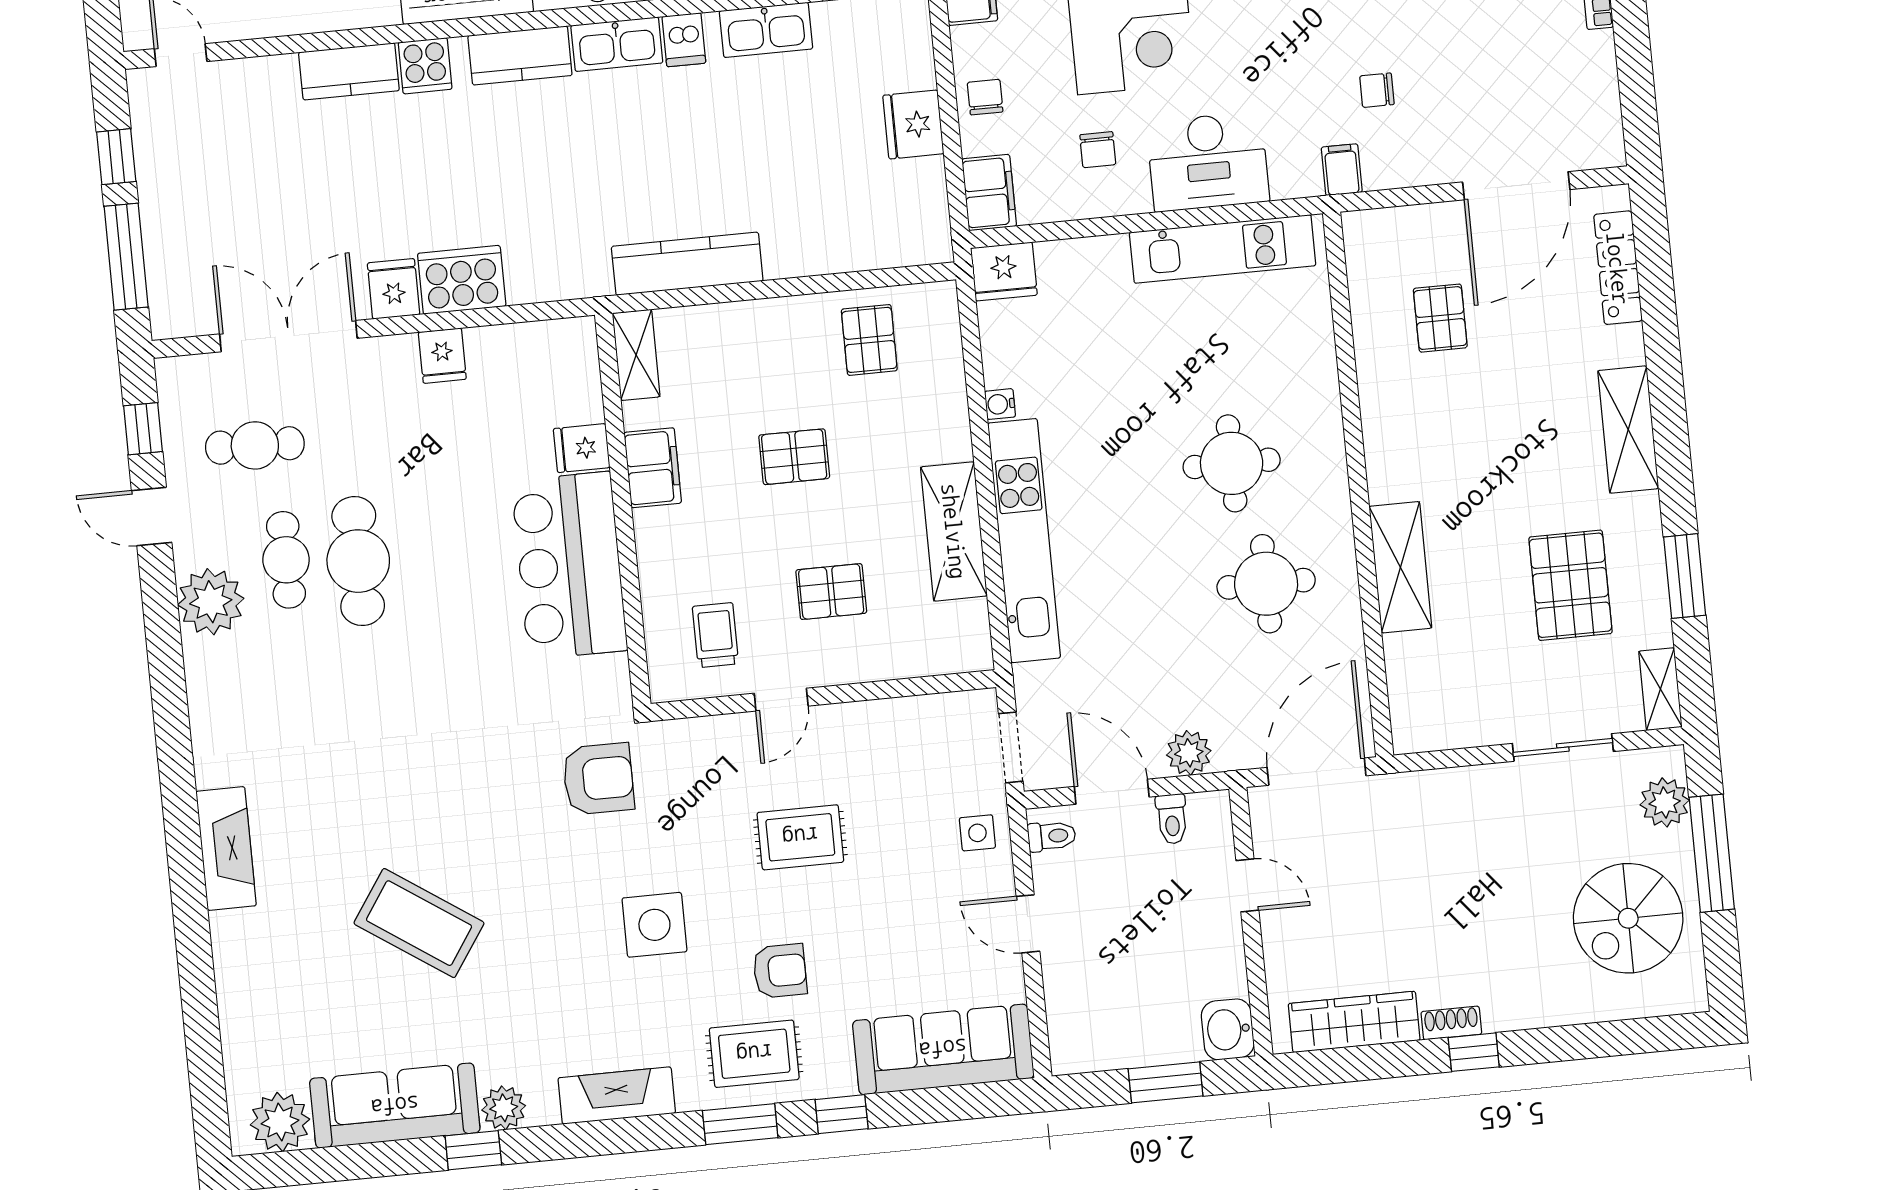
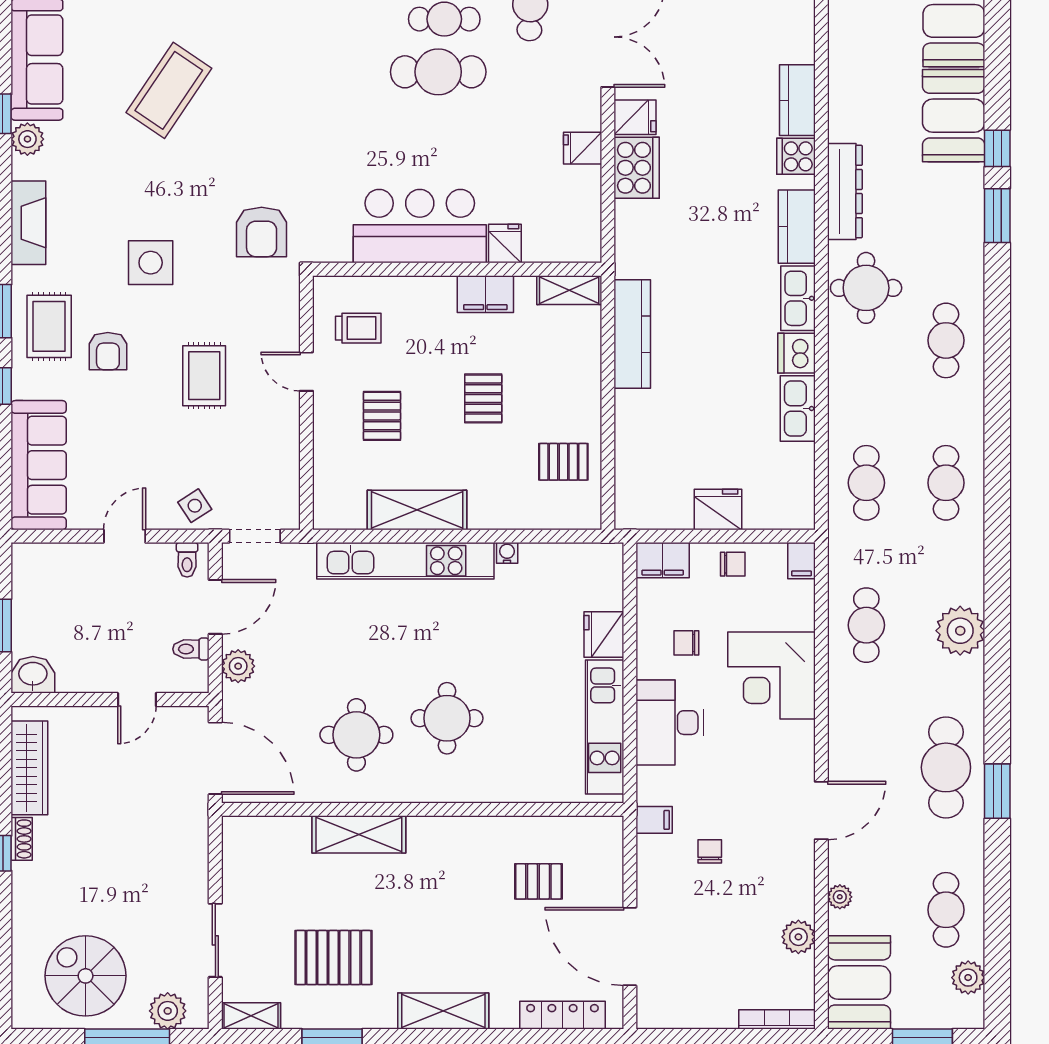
dishwasher: (684, 40) -> (796, 353), width x1.38
fridge: (1004, 271) -> (604, 635), moved
side table: (977, 833) -> (195, 506), turned -33

